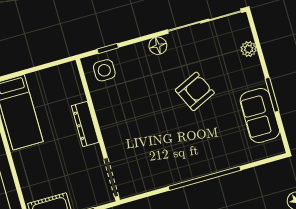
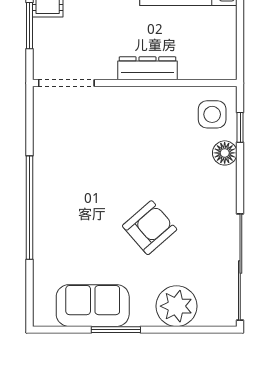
floor lamp: (158, 46) -> (225, 153), moved
plant: (249, 49) -> (176, 306), width x1.87, depth x1.87
armchair: (195, 91) -> (150, 228), turned -106

